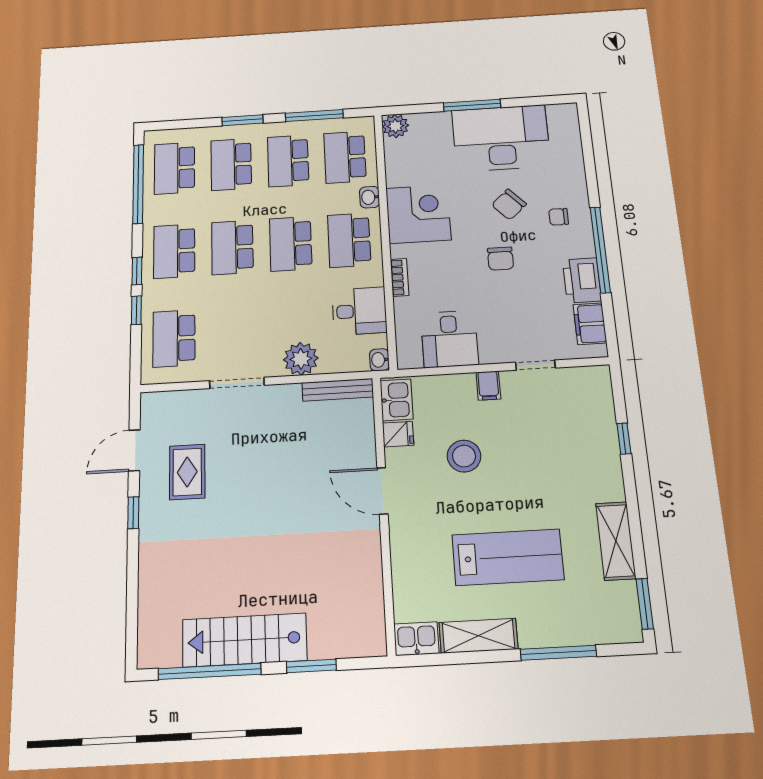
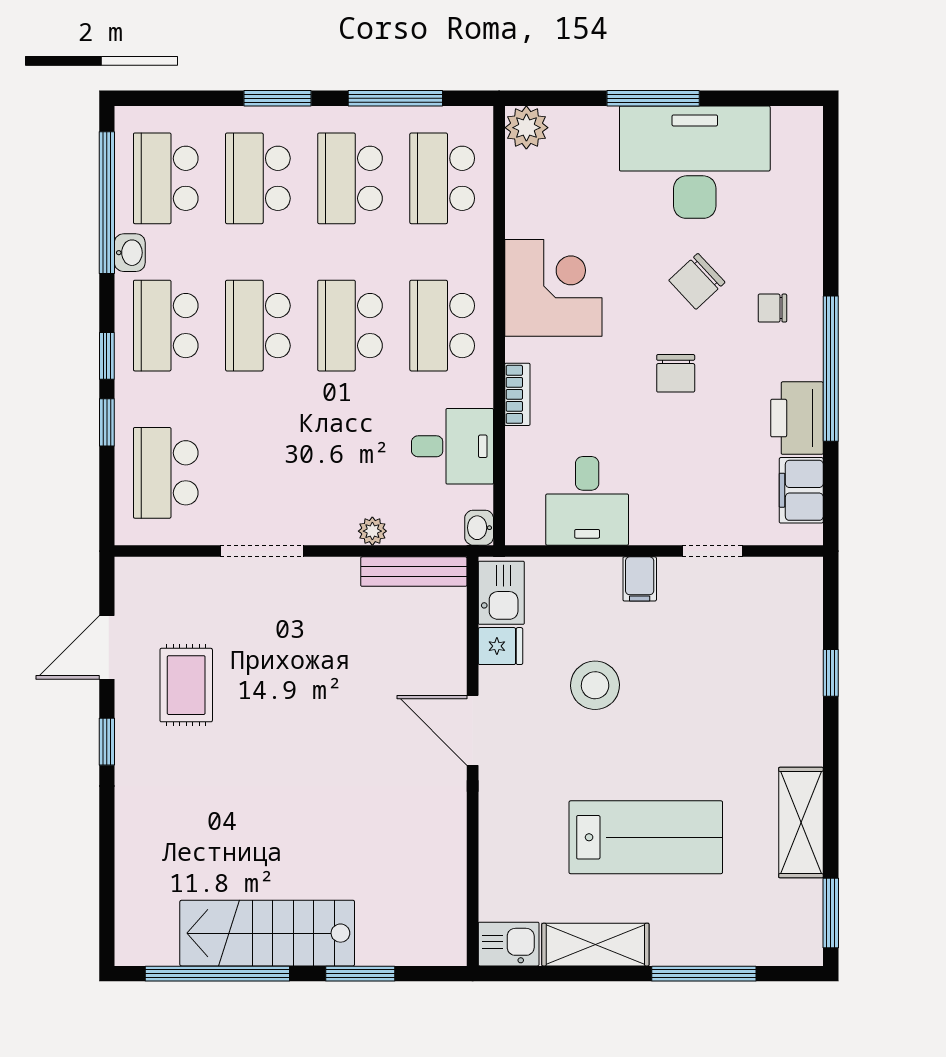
washbasin: (370, 197) -> (130, 253), moved, turned 180
plant: (301, 359) -> (372, 531), width x0.53, depth x0.53

